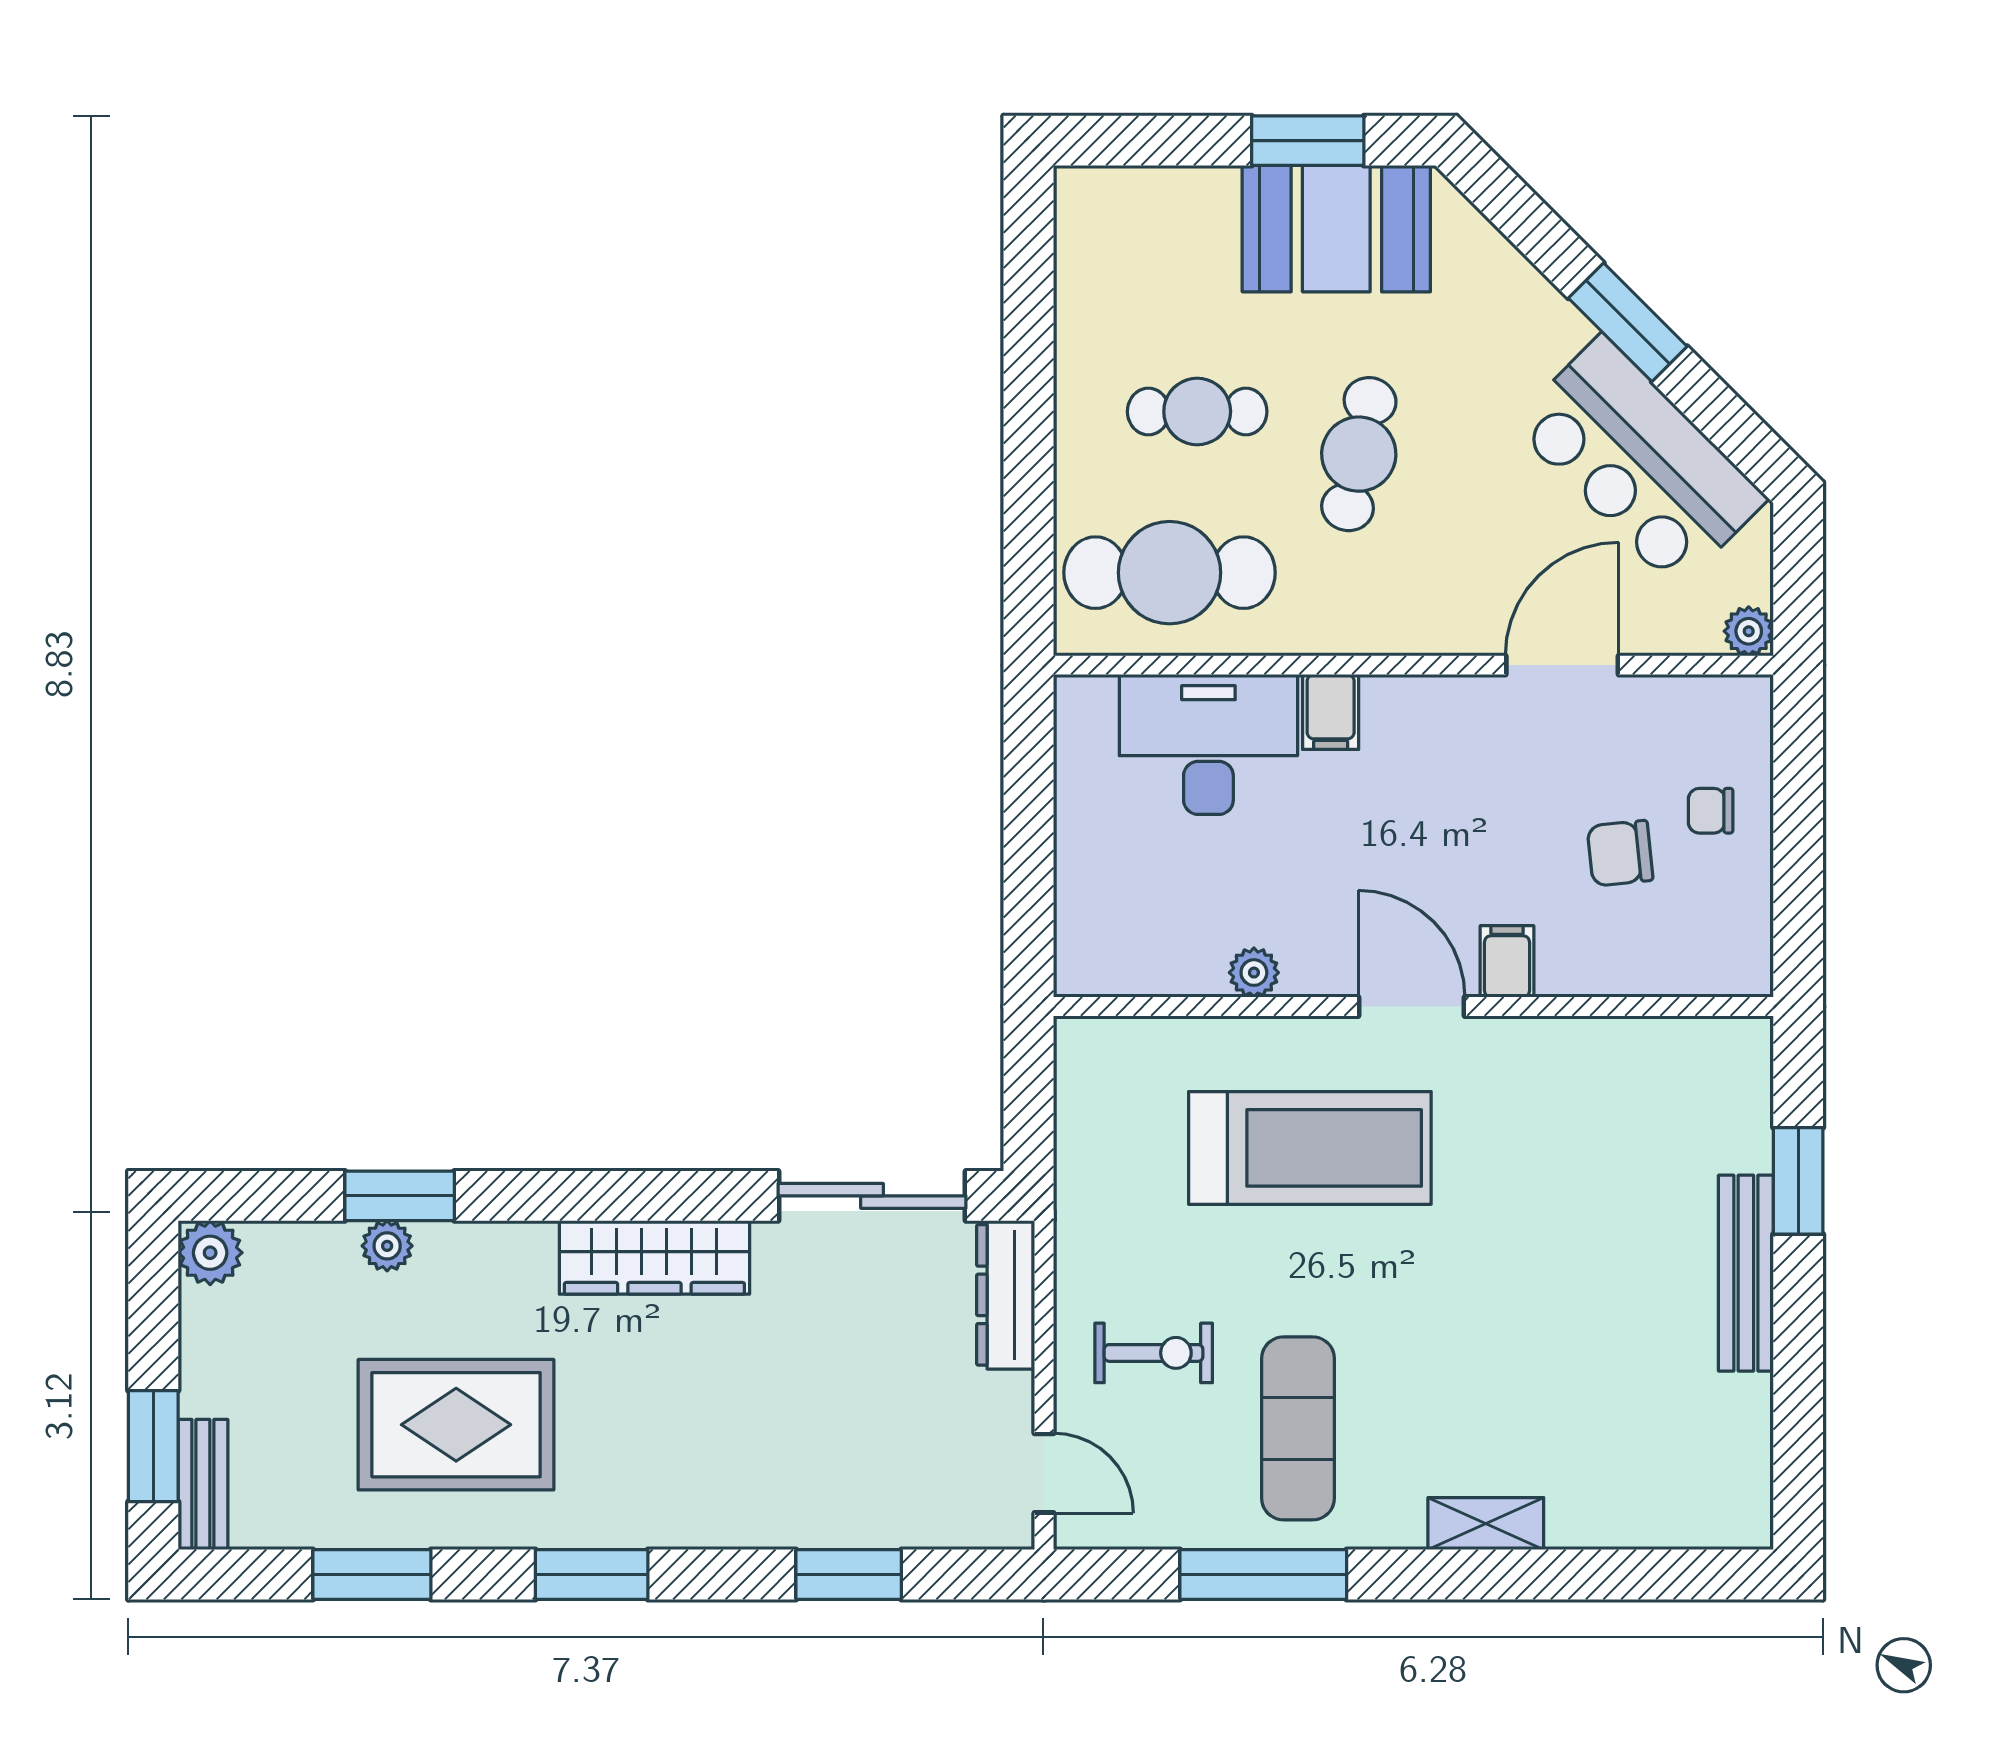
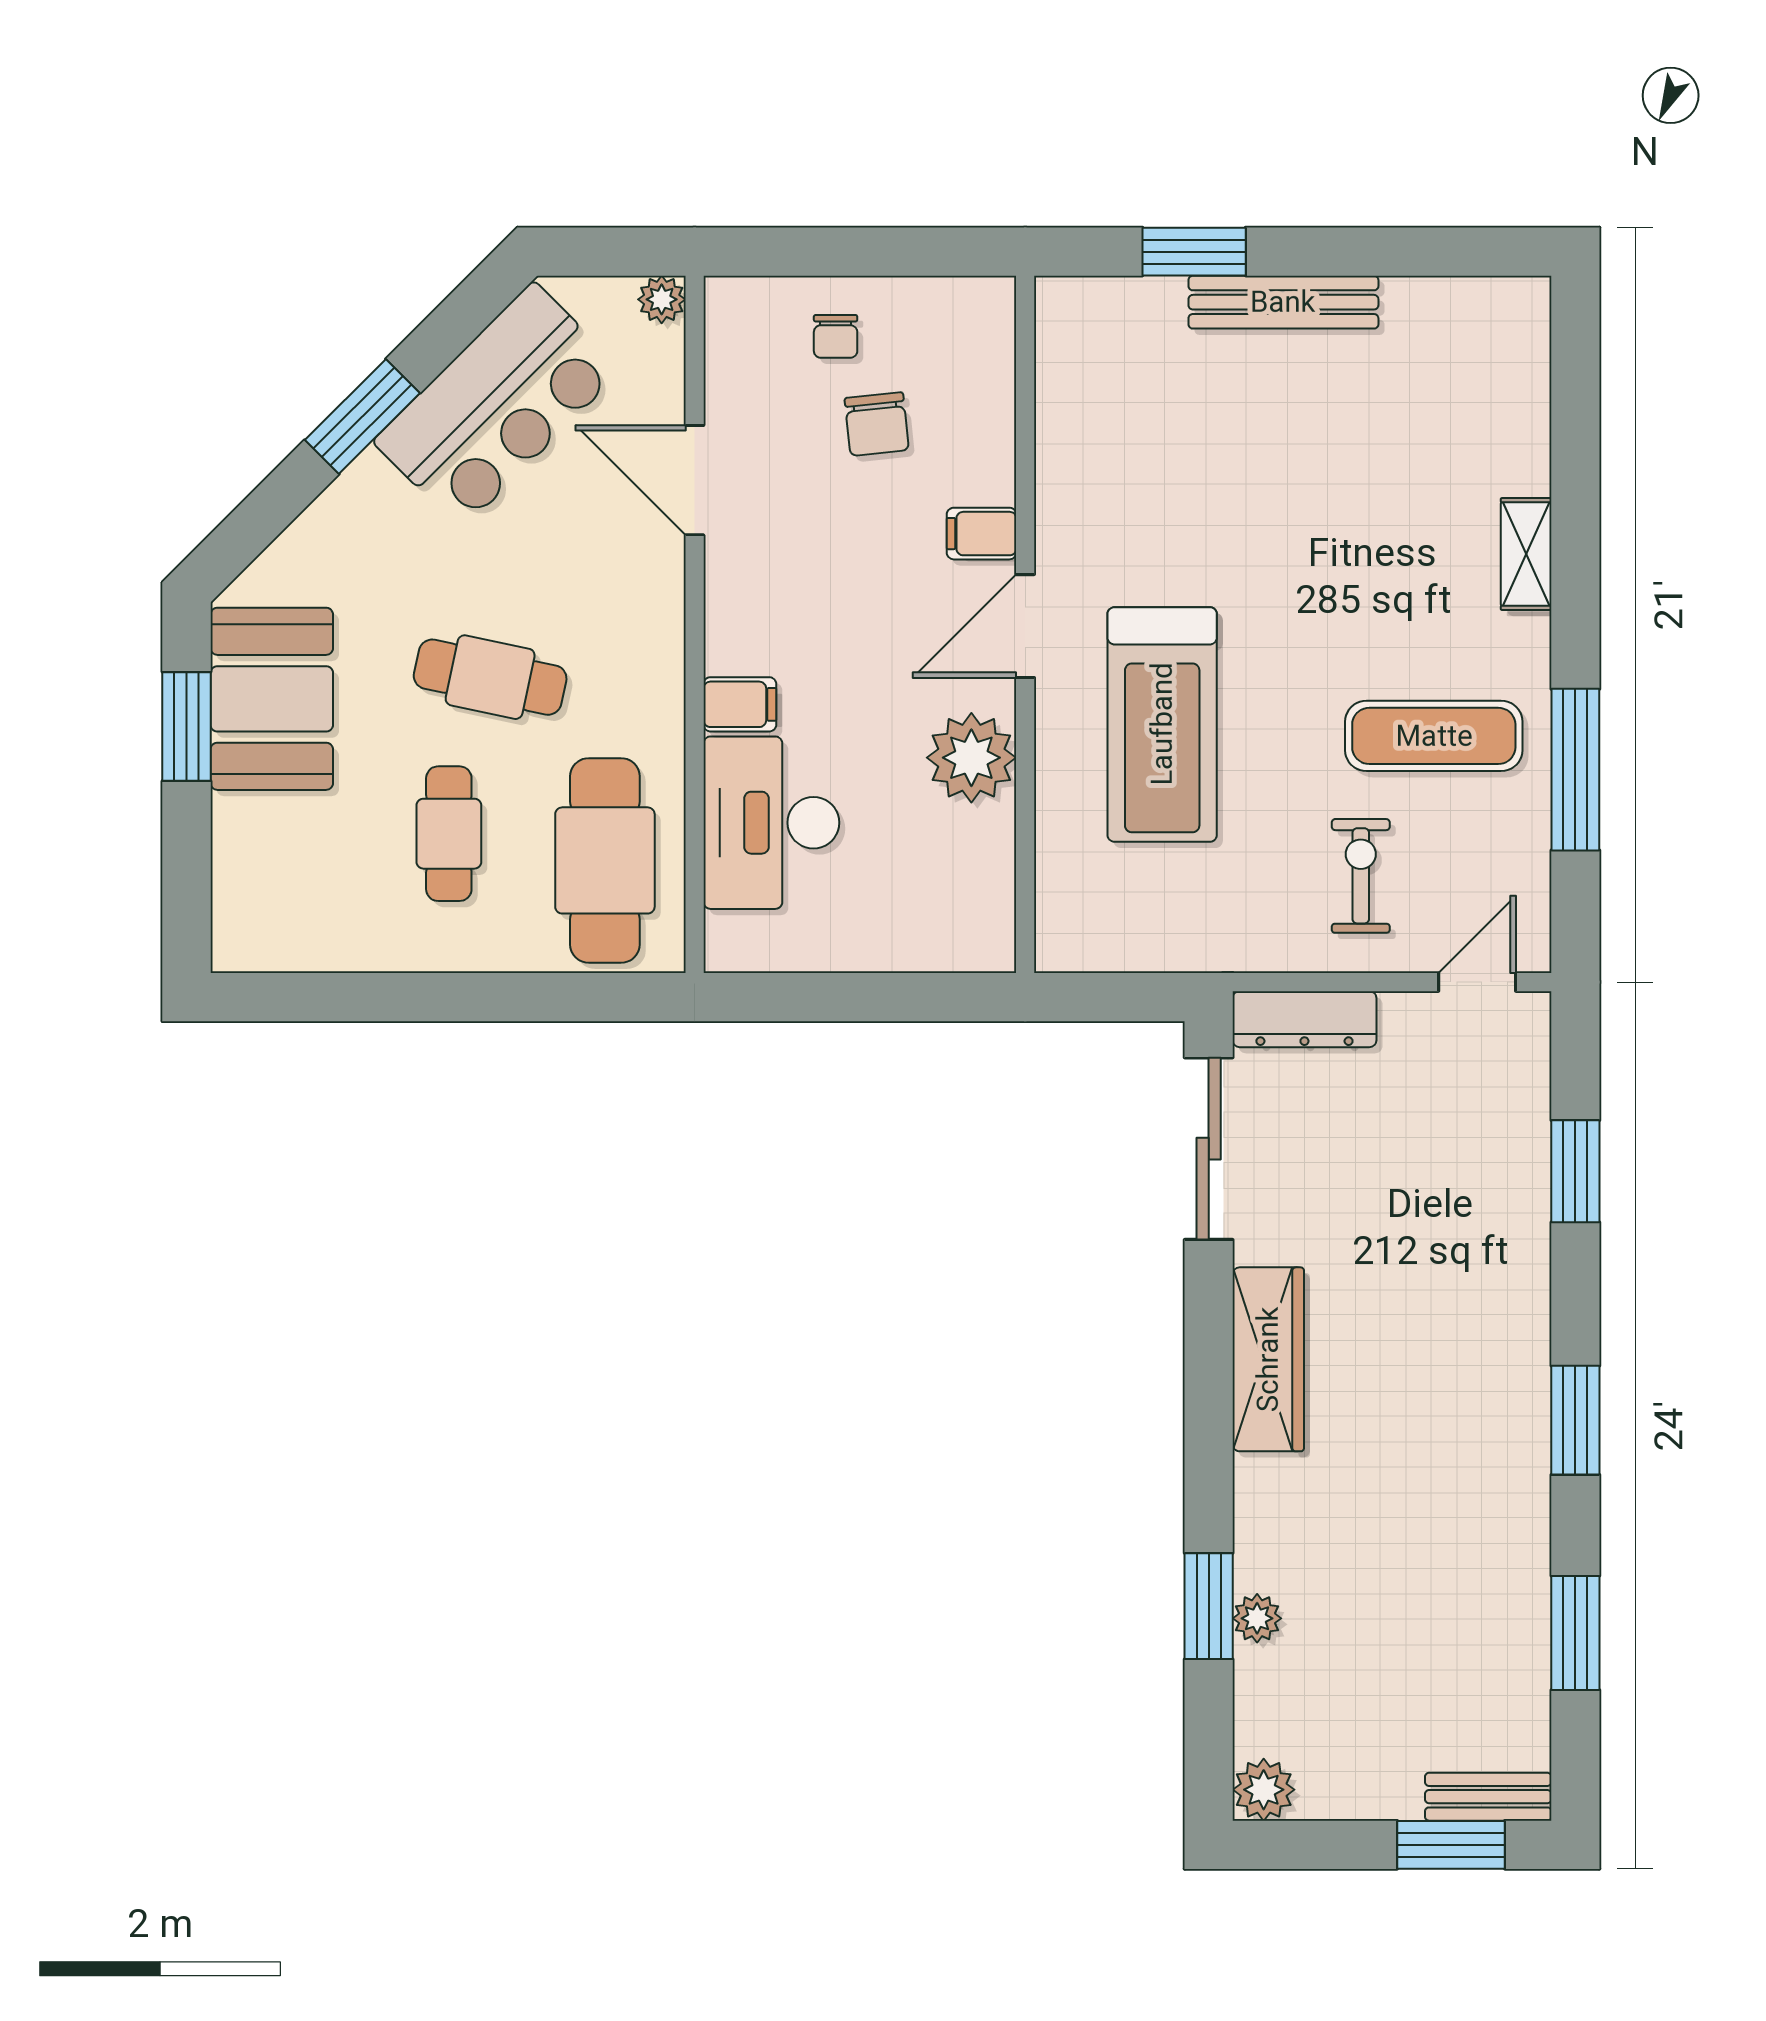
plant: (1254, 973) -> (971, 758), width x1.87, depth x1.87
treadmill: (1310, 1148) -> (1162, 724), turned 180
rug: (456, 1425) -> (1430, 1551), removed

